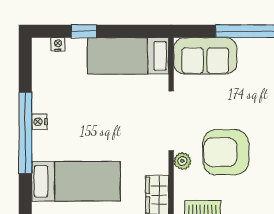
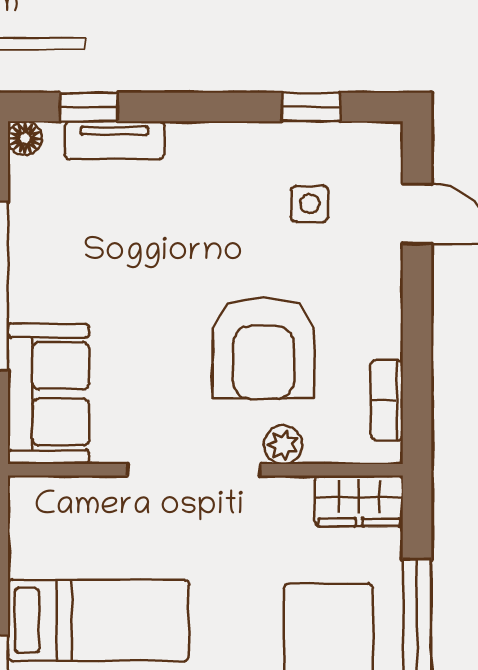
bed: (128, 56) -> (99, 620), moved, turned -90

